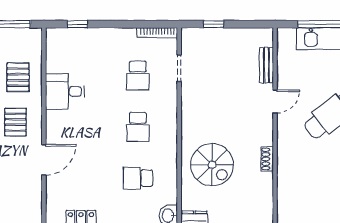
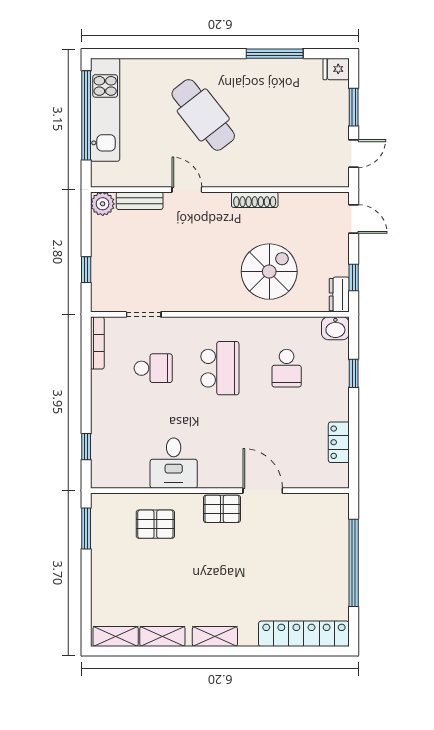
plant: (264, 37) -> (103, 204), added
pallet: (15, 122) -> (222, 509), moved
school desk: (138, 127) -> (220, 368), width x1.85
shoe rack: (267, 159) -> (255, 200), width x1.43

